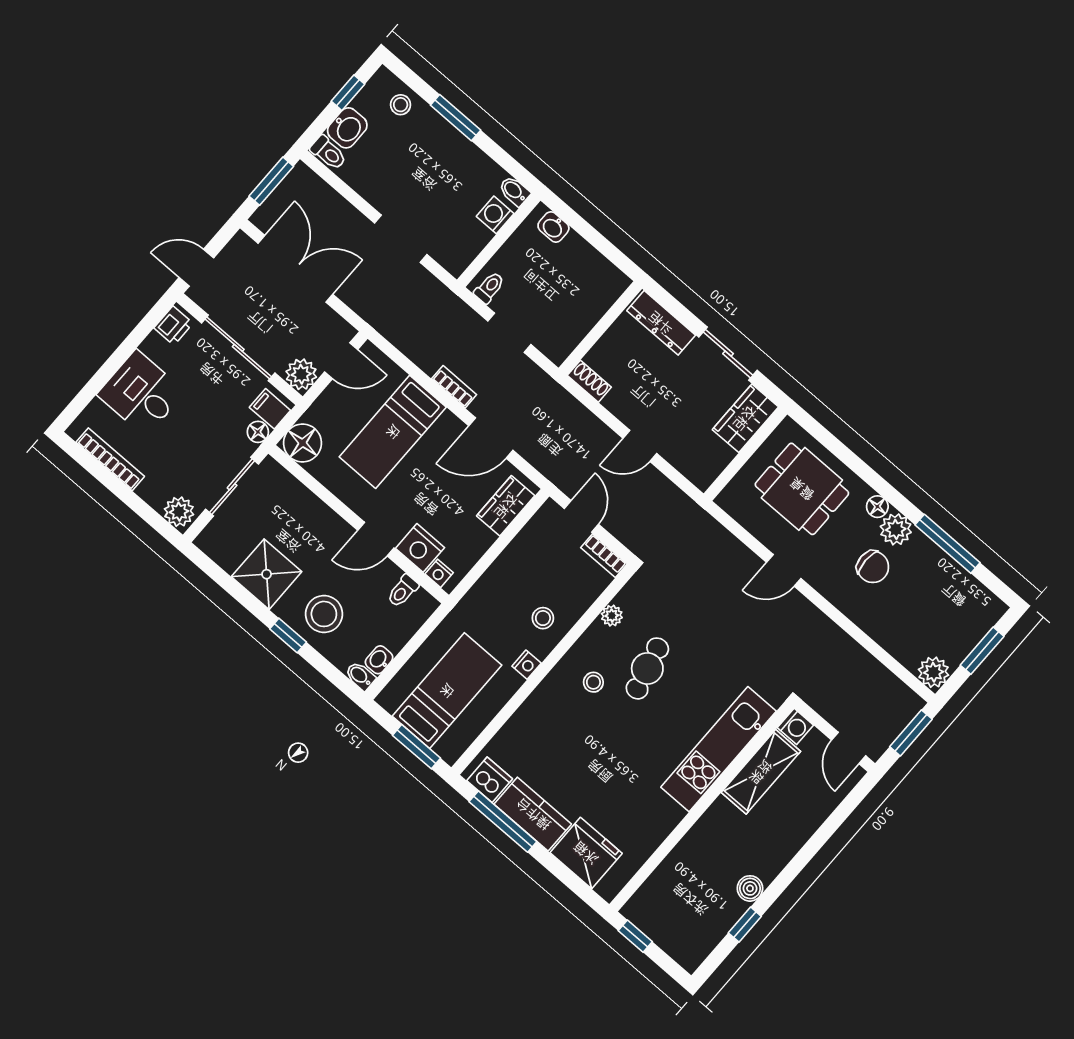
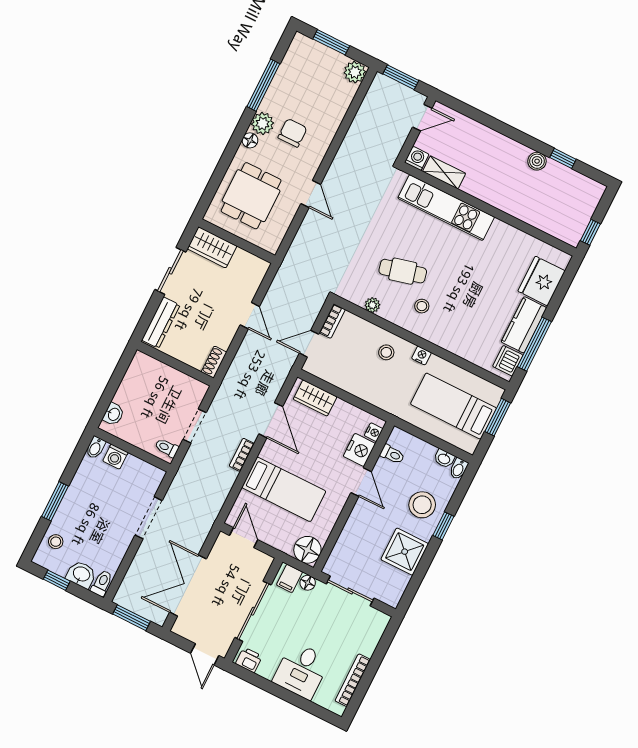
plant: (301, 374) -> (260, 563), removed
plant: (179, 512) -> (377, 623), removed
shelving: (761, 772) -> (444, 172), width x0.67, depth x0.75

